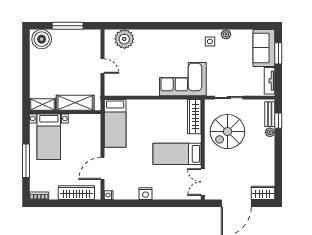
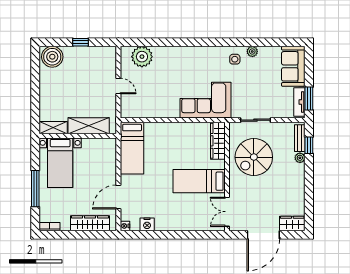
window: (68, 26) -> (80, 42), width x0.46
window: (278, 53) -> (309, 99), moved
nightstand: (145, 194) -> (147, 224), moved

